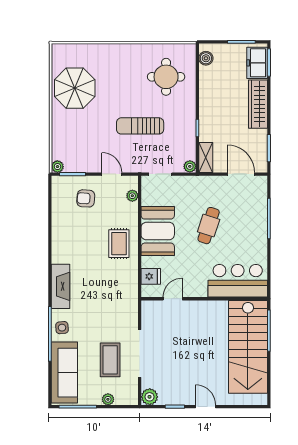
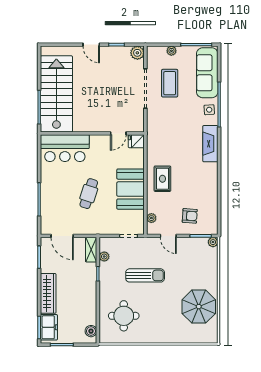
plant: (190, 166) -> (104, 256), moved
fridge: (151, 276) -> (136, 141), moved

